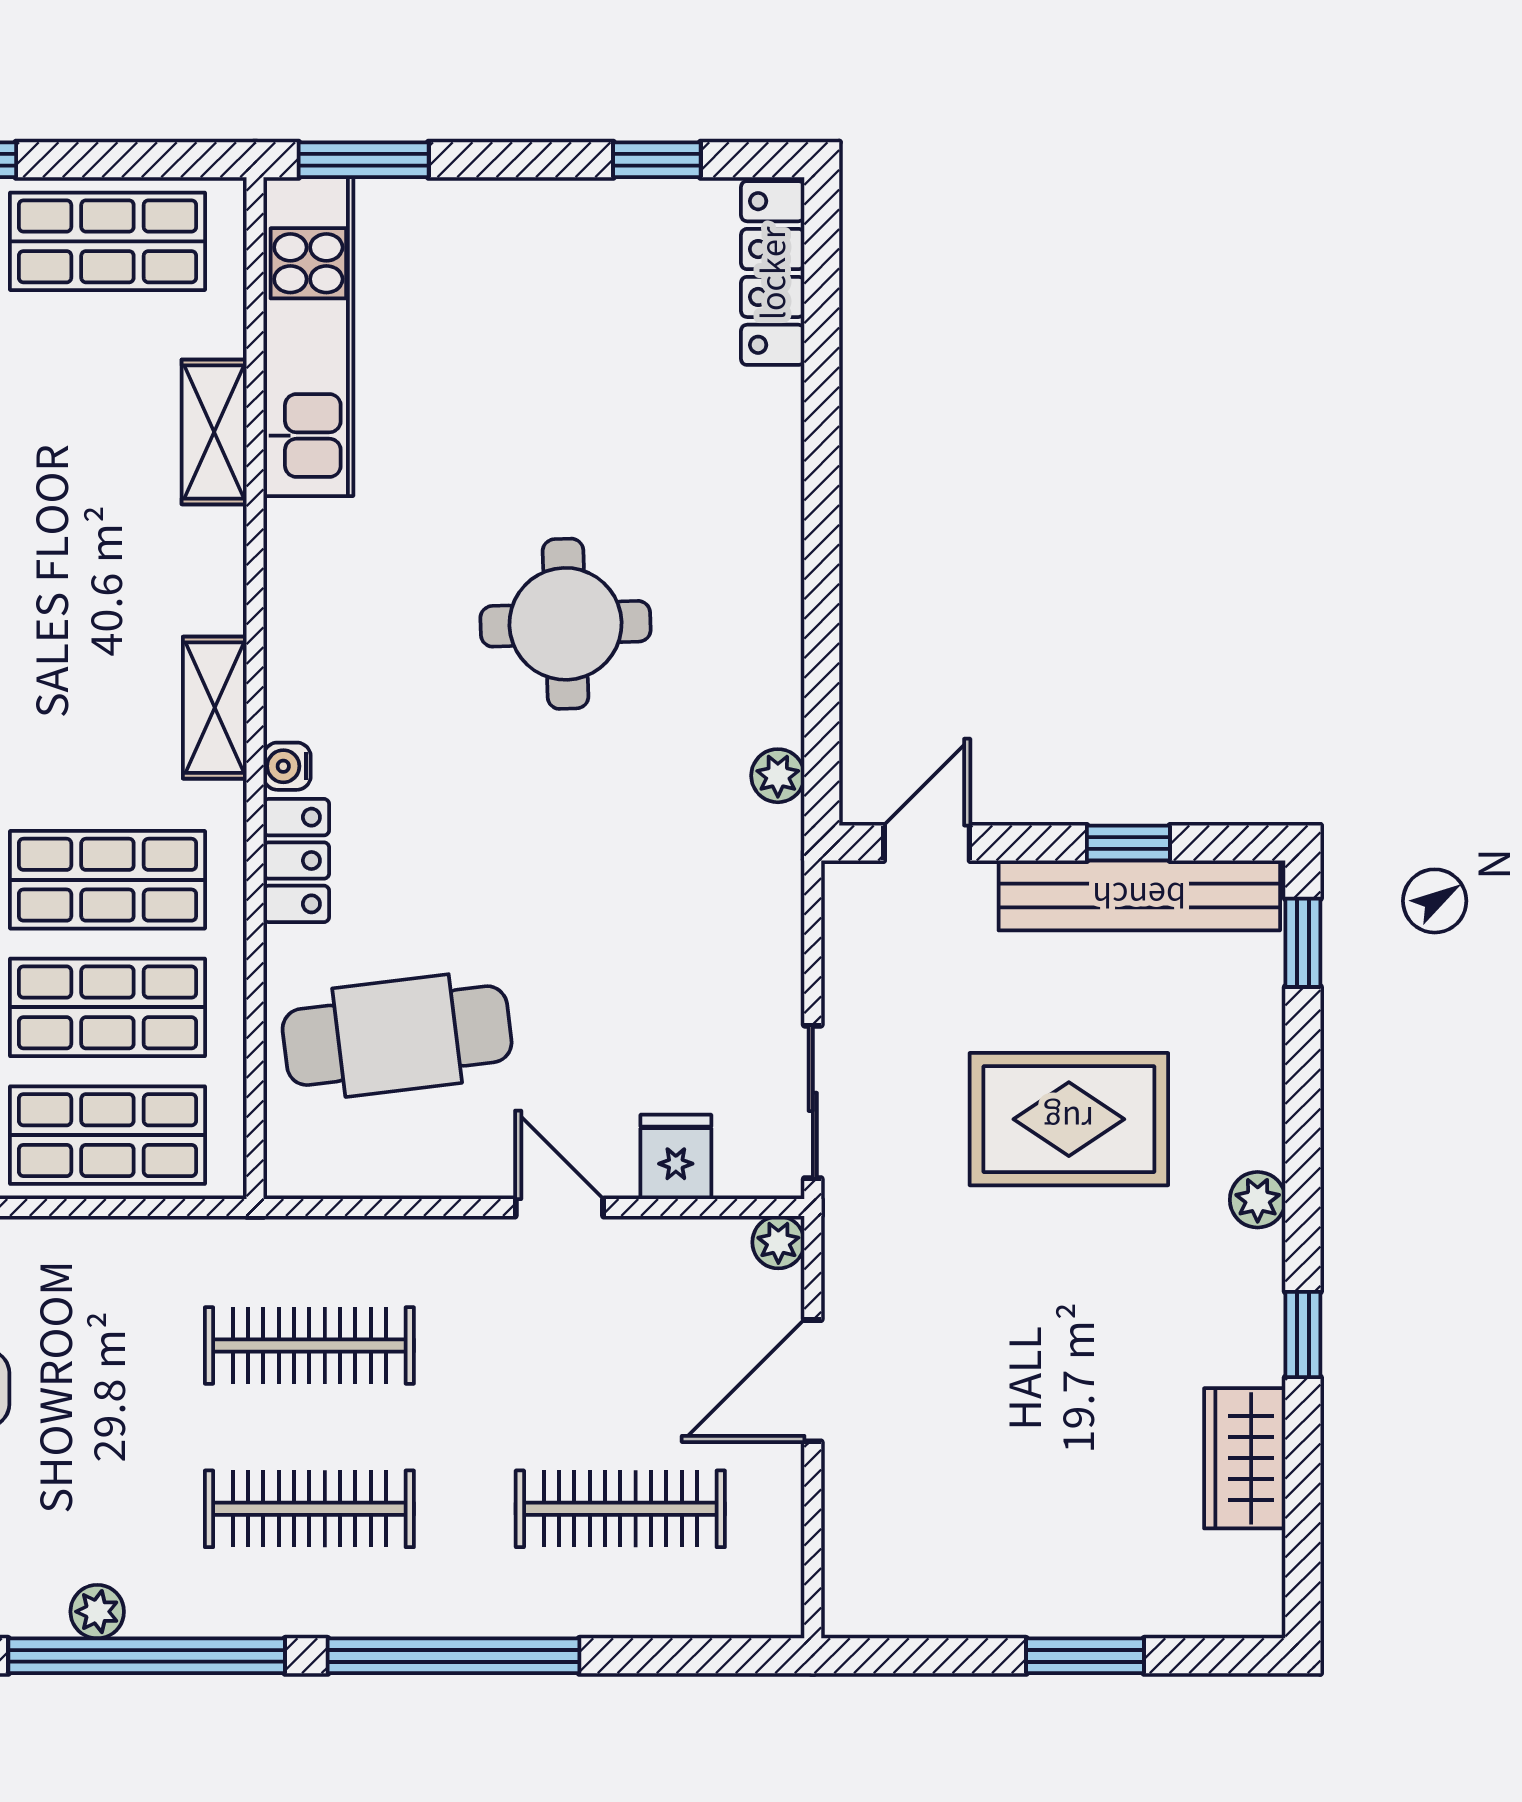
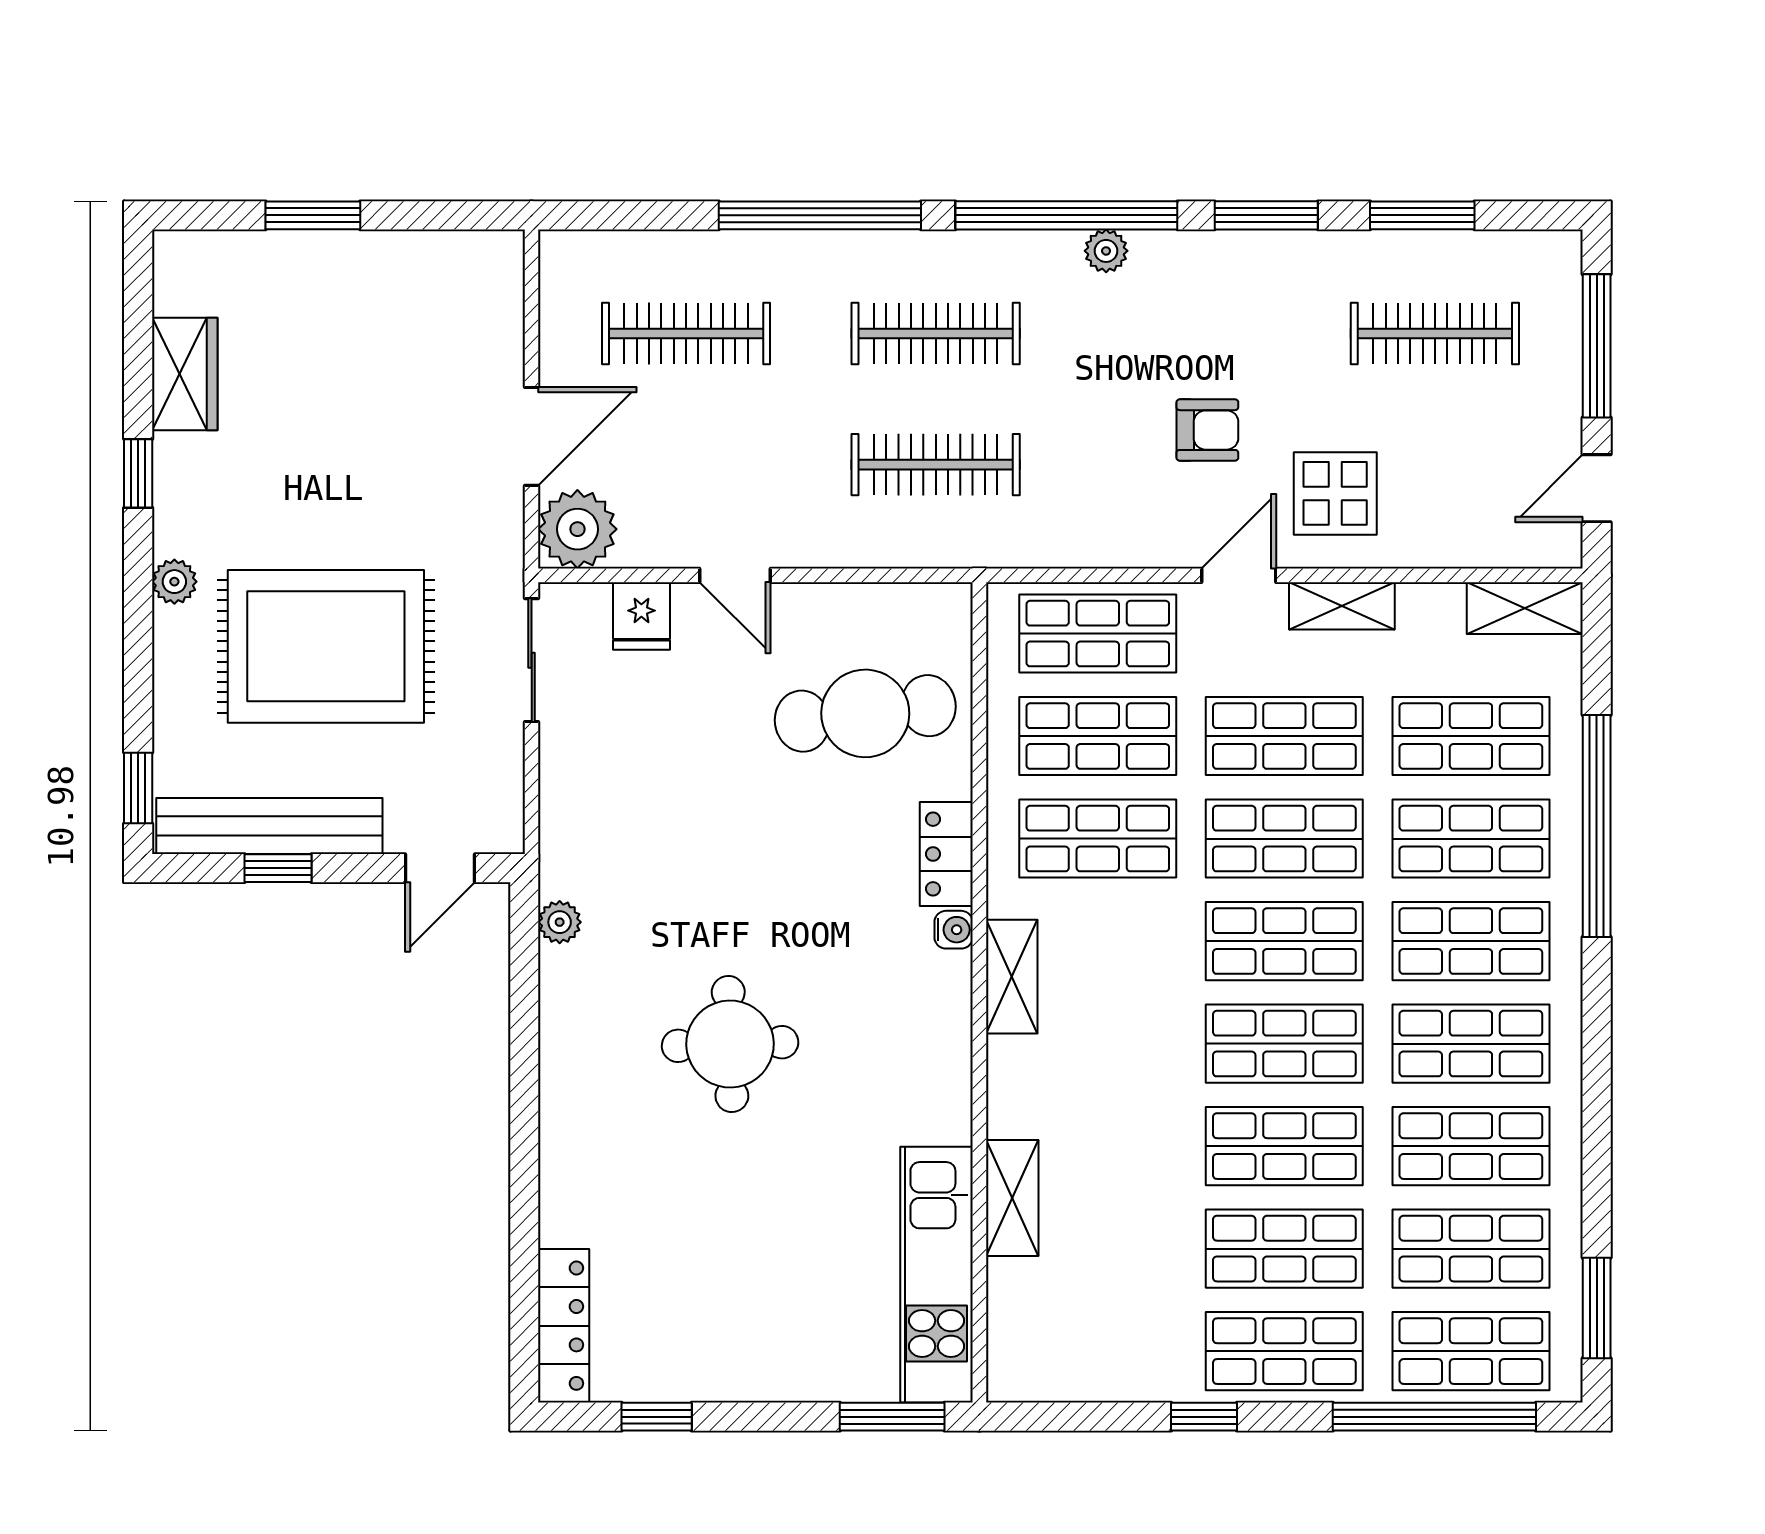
shop shelf: (107, 241) -> (1098, 1351), removed
rug: (1069, 1119) -> (326, 646), width x1.37, depth x1.44
plant: (778, 1242) -> (577, 529), width x1.88, depth x1.88

